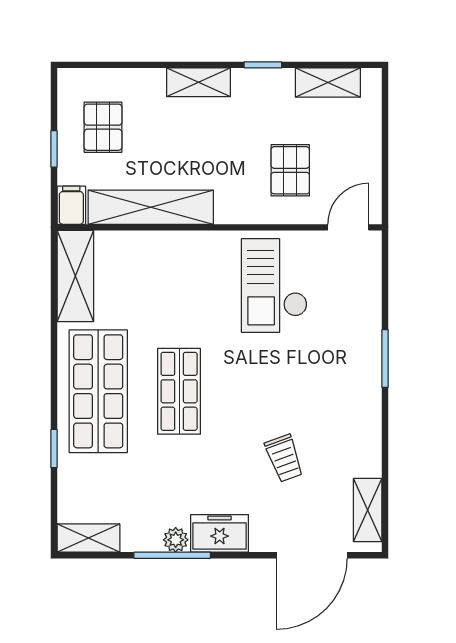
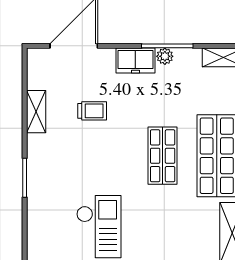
trolley: (284, 458) -> (92, 111), turned 110
shelving: (368, 510) -> (36, 112), moved

